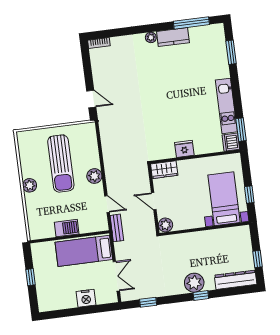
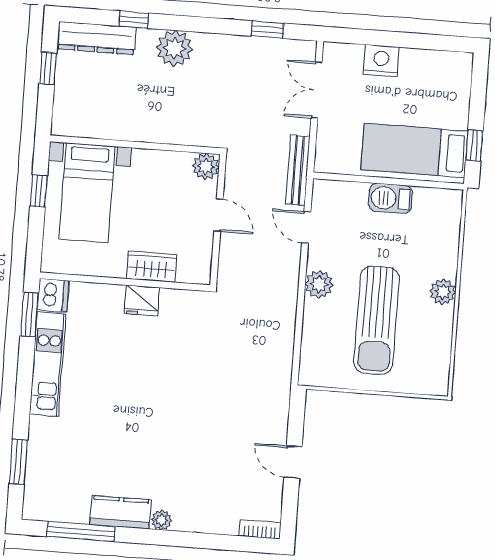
door: (91, 99) -> (293, 462), moved
sun lounger: (61, 164) -> (377, 320), turned 180
wardrobe: (164, 170) -> (151, 267), moved
bench: (117, 228) -> (298, 170), width x1.36
bed: (84, 251) -> (414, 150), moved, turned 180
window: (30, 277) -> (474, 146), moved
window: (201, 295) -> (134, 20), moved

